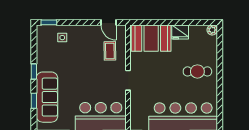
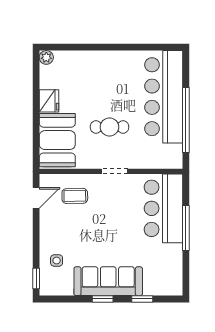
cafe table: (197, 71) -> (109, 127), moved, turned 90
sofa: (47, 97) -> (108, 281), moved

